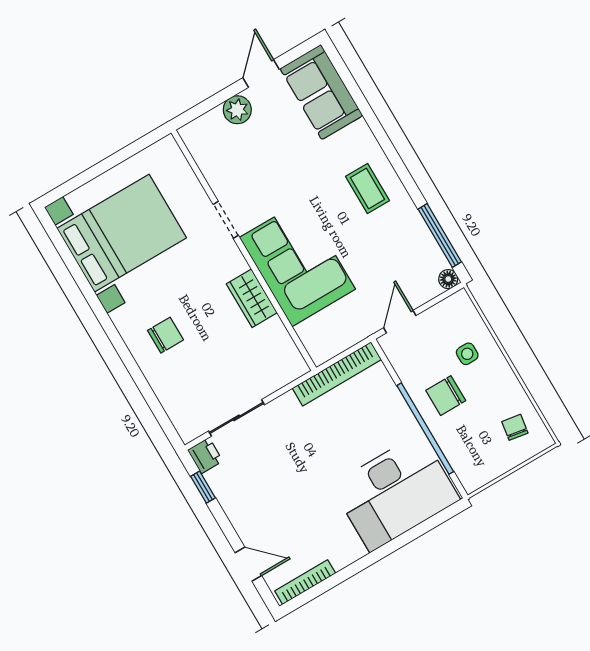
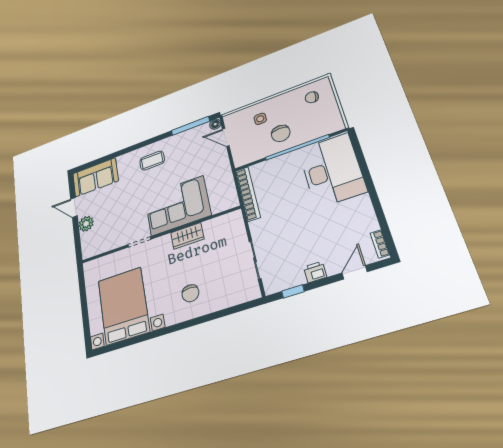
door: (400, 322) -> (226, 137), moved
chair: (165, 335) -> (190, 293), turned 180
printer: (205, 456) -> (315, 272), moved
bookcase: (305, 582) -> (380, 244), width x0.64

